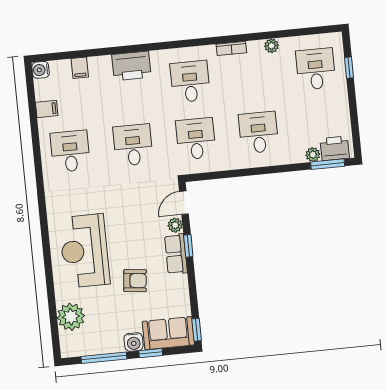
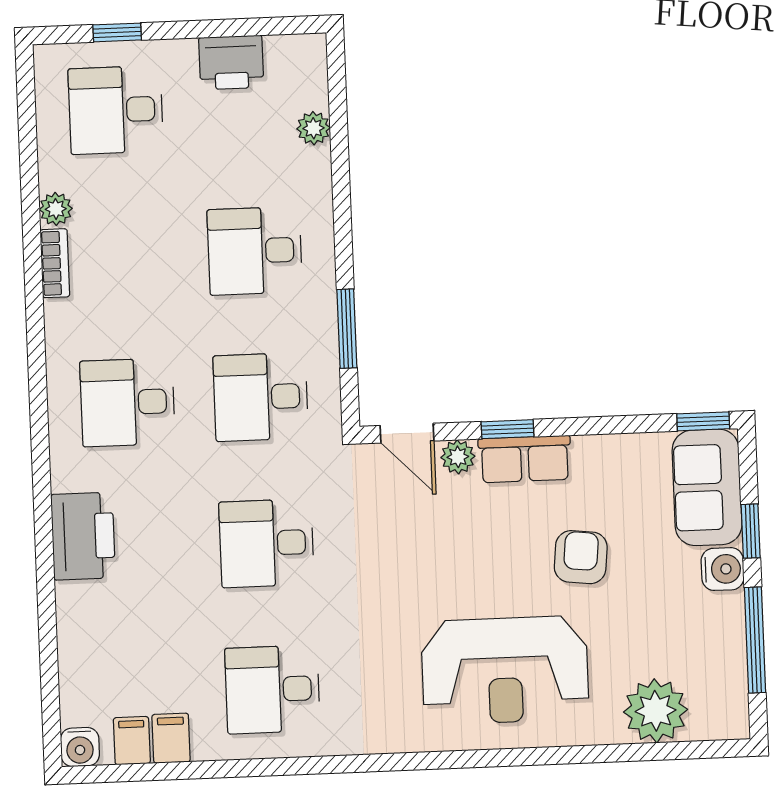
bookcase: (231, 48) -> (55, 263), moved
filing cabinet: (80, 68) -> (132, 741), moved, turned -90
printer: (335, 148) -> (231, 62), moved, turned -90
window: (328, 164) -> (347, 329), moved

